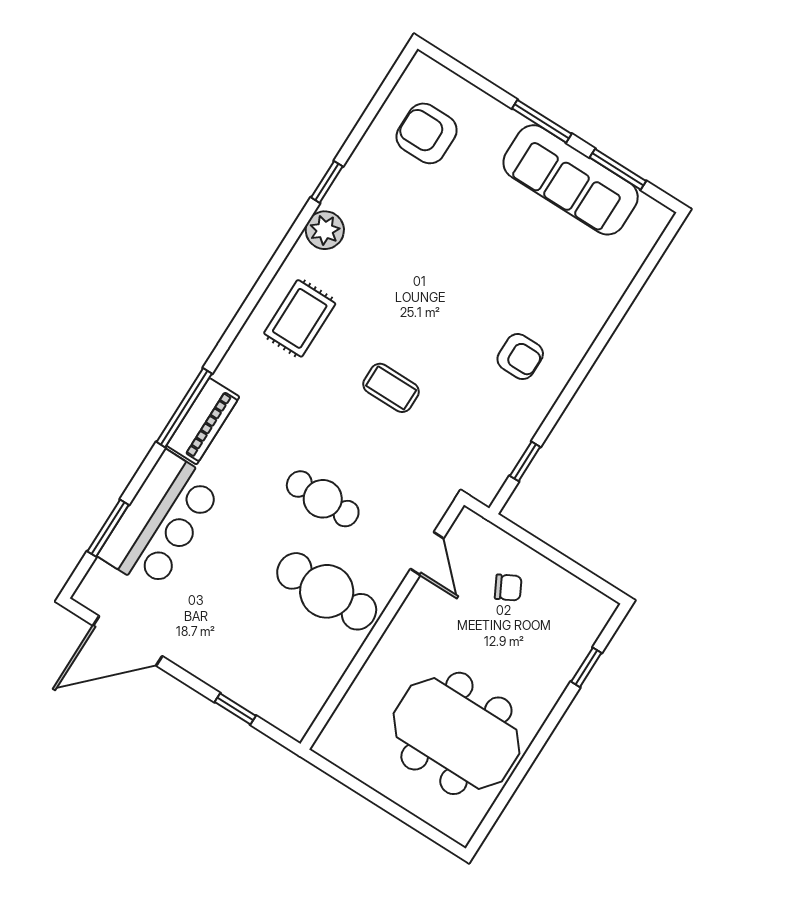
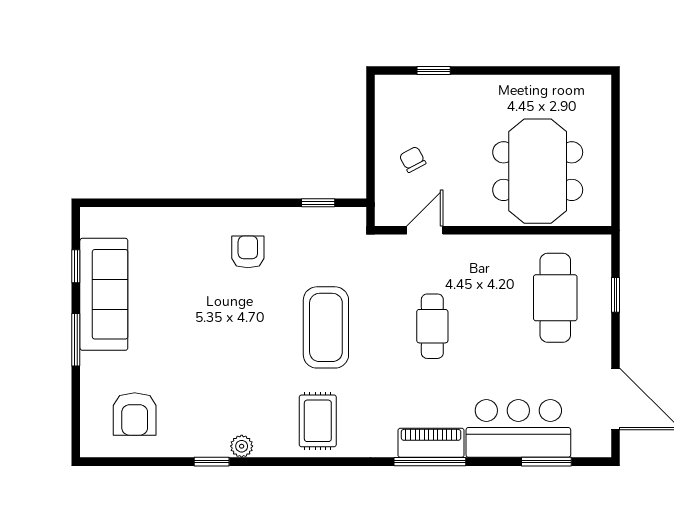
window: (618, 169) -> (76, 266), width x0.67
plant: (325, 230) -> (242, 446), width x0.73, depth x0.73
rug: (300, 318) -> (318, 421), turned 90
coffee table: (391, 388) -> (326, 327), width x1.86, depth x1.72
cafe table: (327, 591) -> (555, 298), moved
meeting table: (456, 733) -> (538, 171), moved

